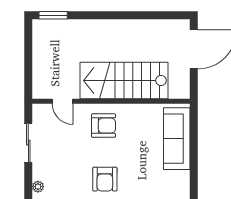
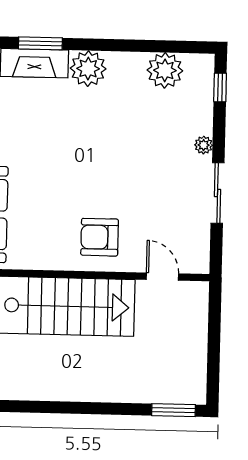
sliding door: (28, 143) -> (218, 193), moved
armchair: (105, 179) -> (100, 154), removed

